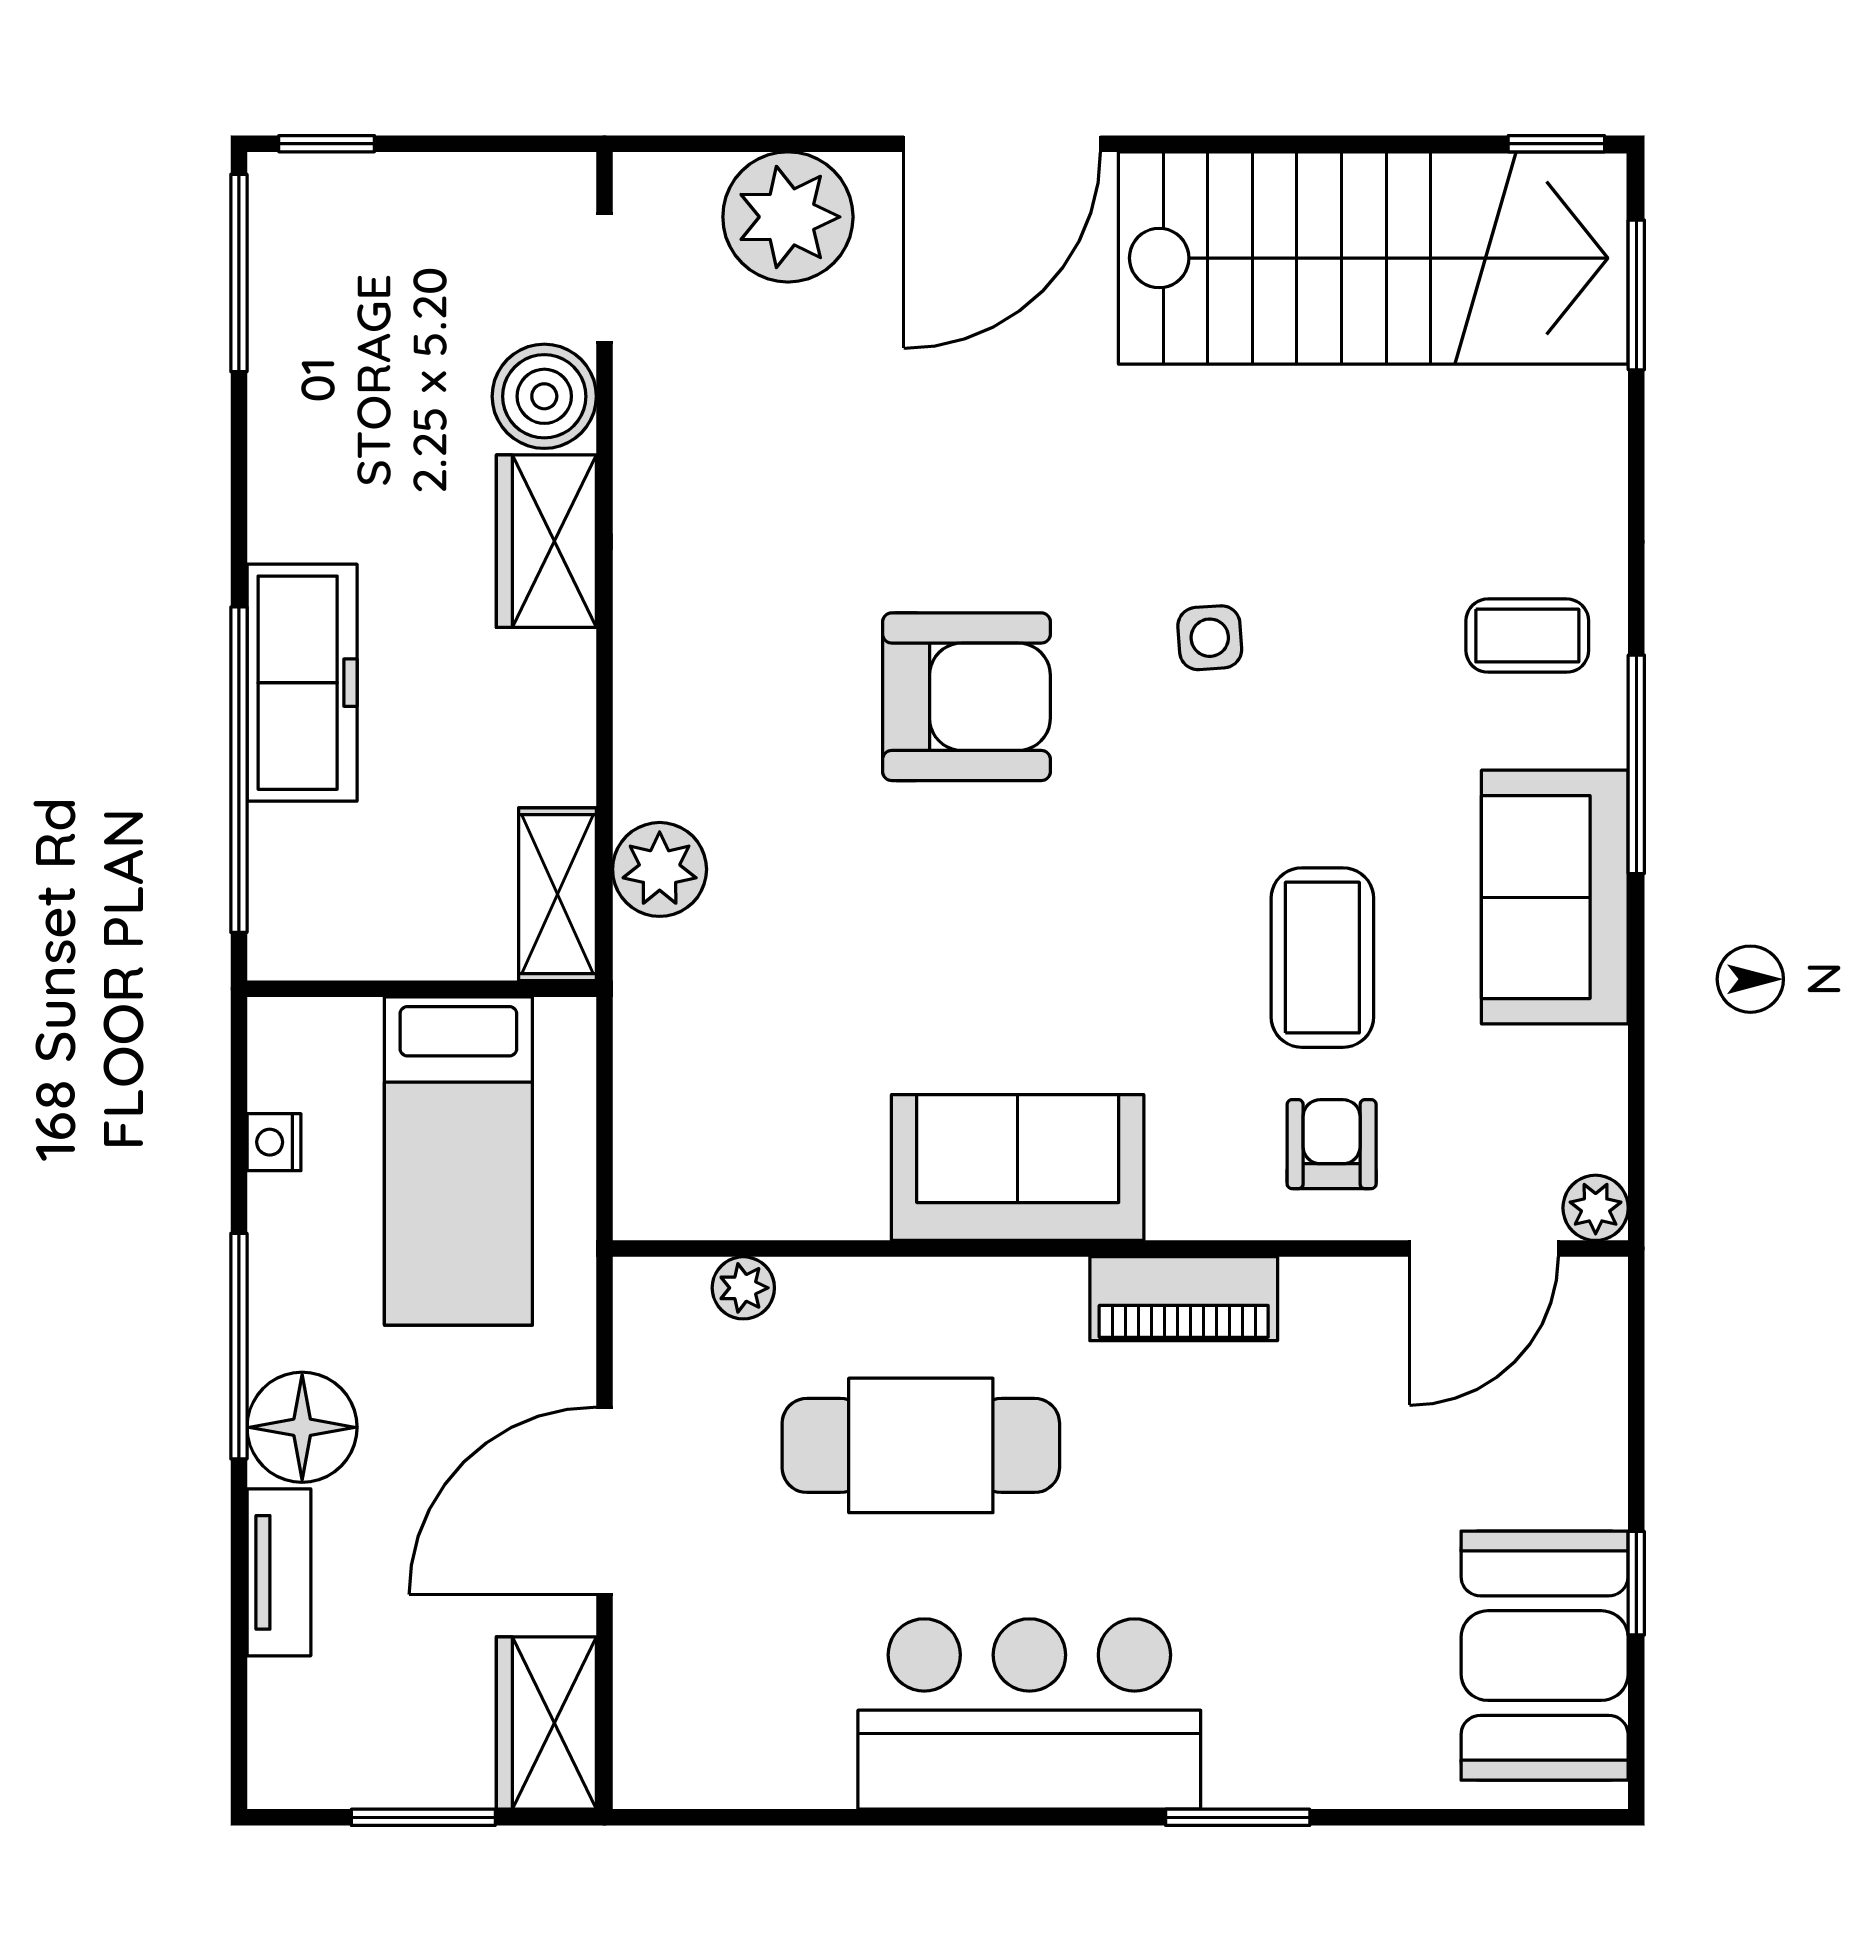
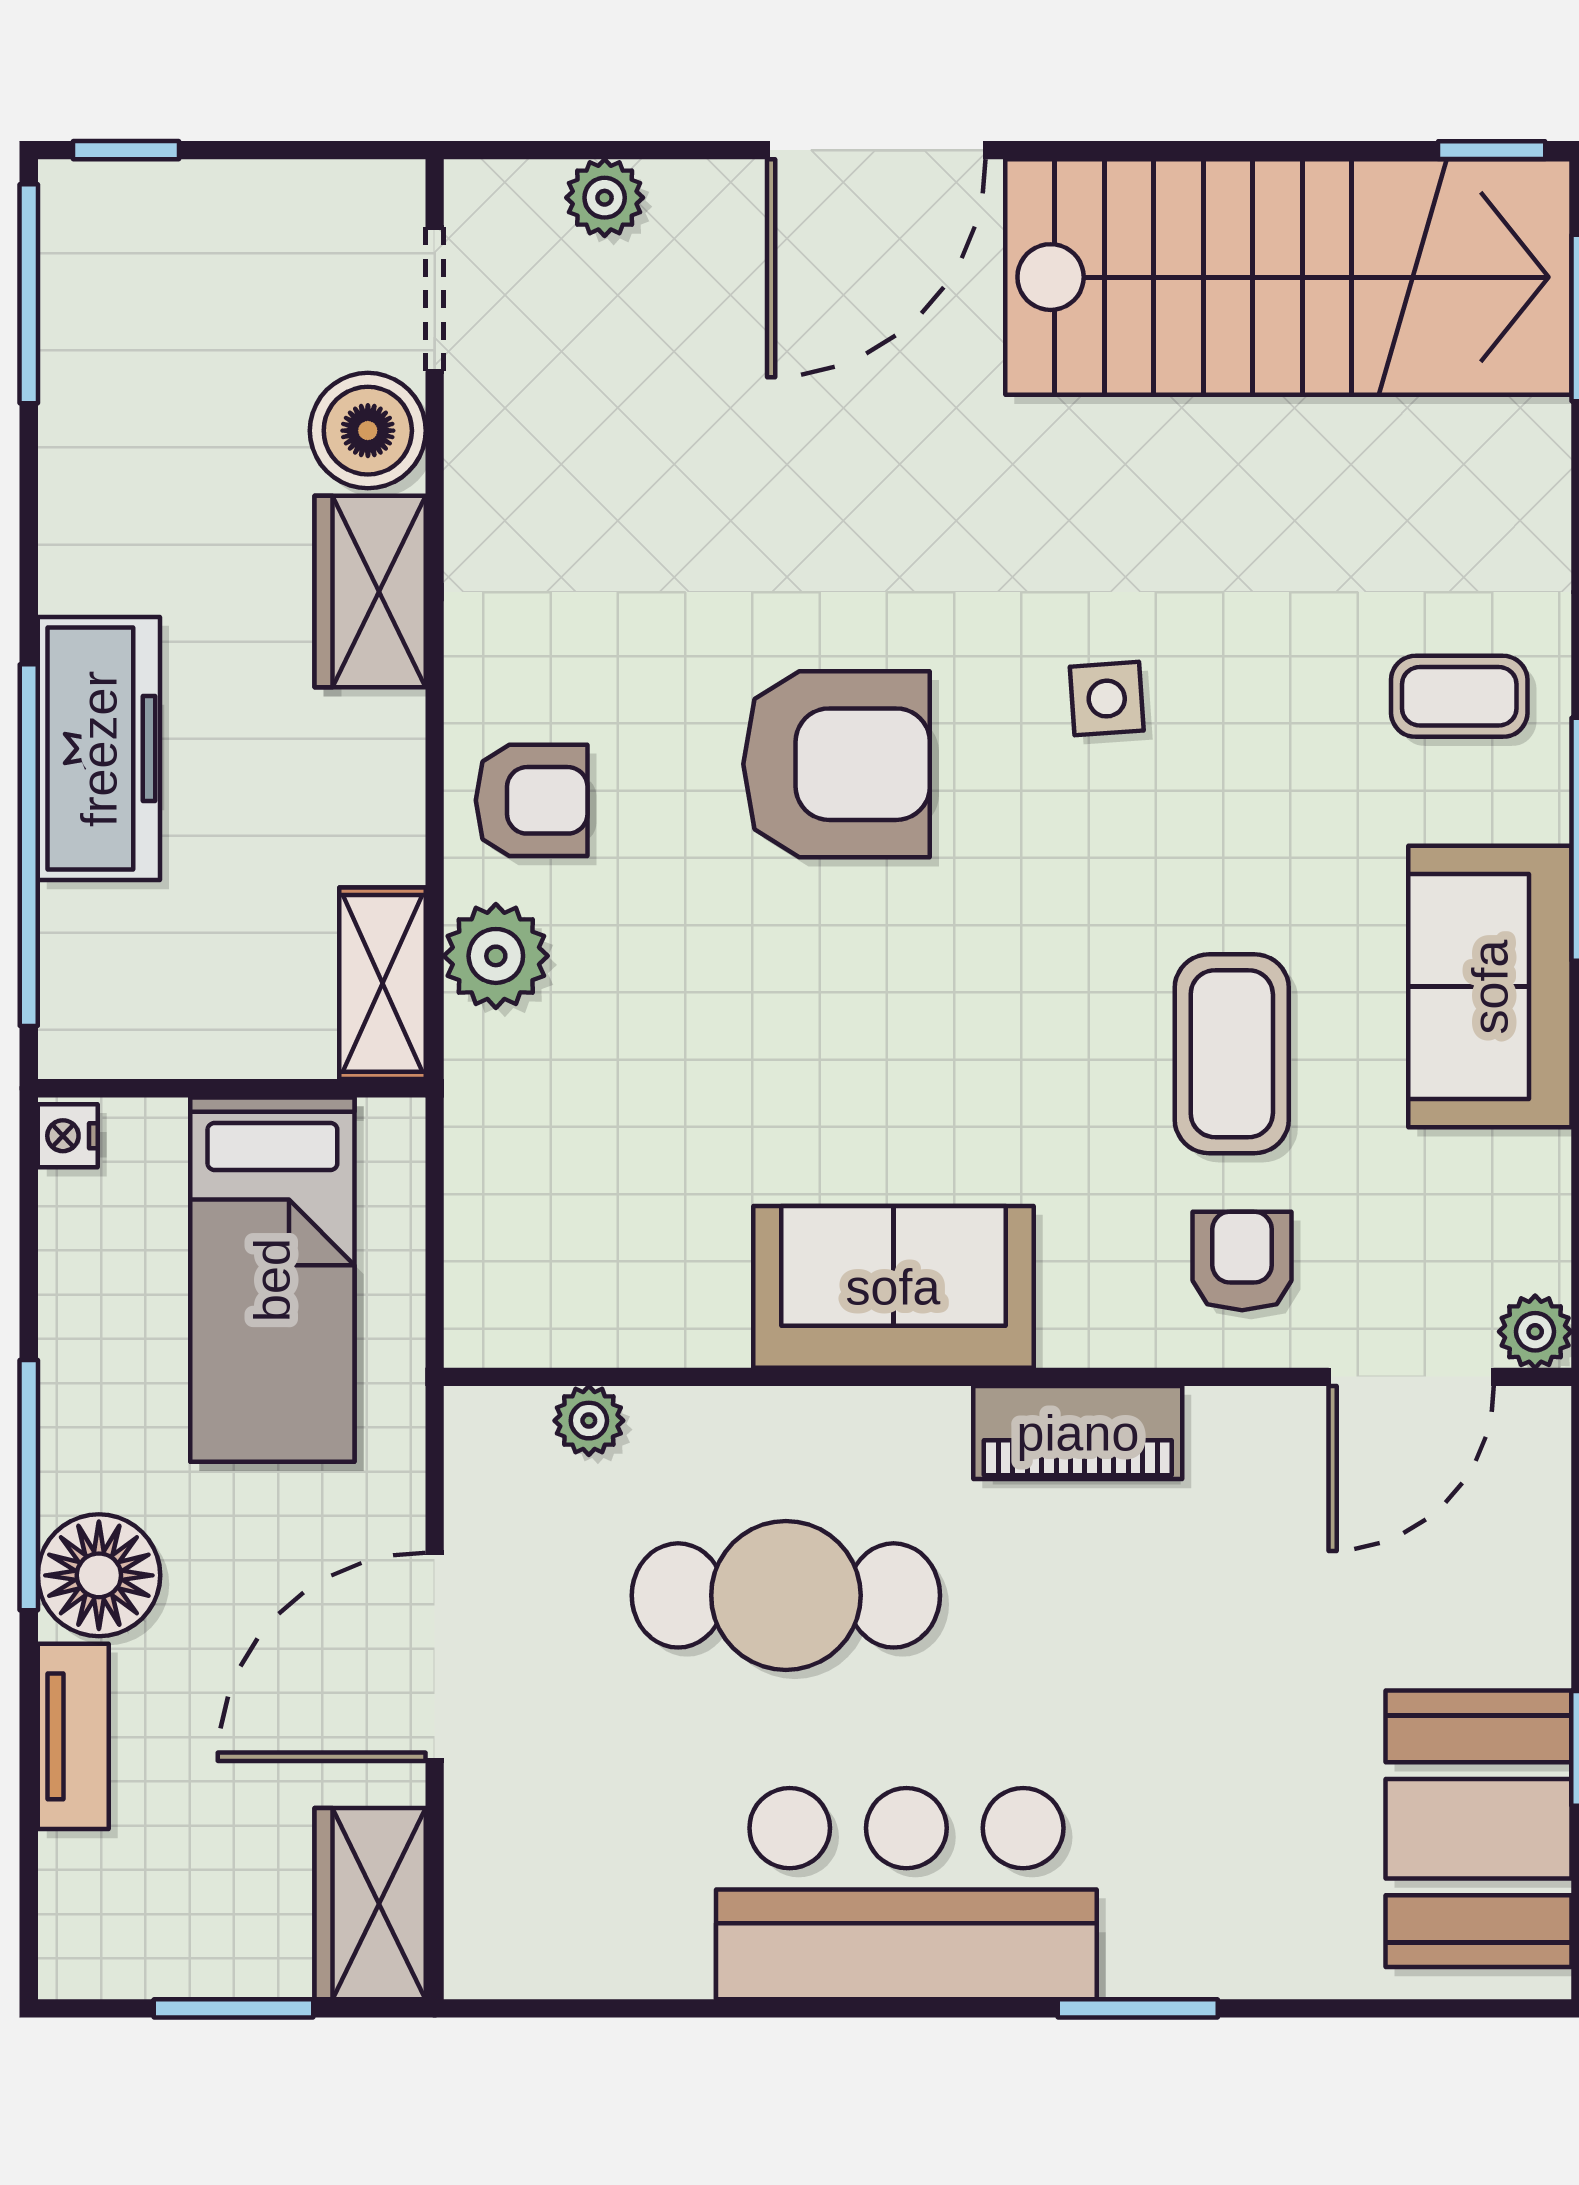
plant: (788, 217) -> (605, 198), width x0.53, depth x0.53
armchair: (692, 729) -> (532, 800), added
nightstand: (274, 1142) -> (68, 1136), moved

